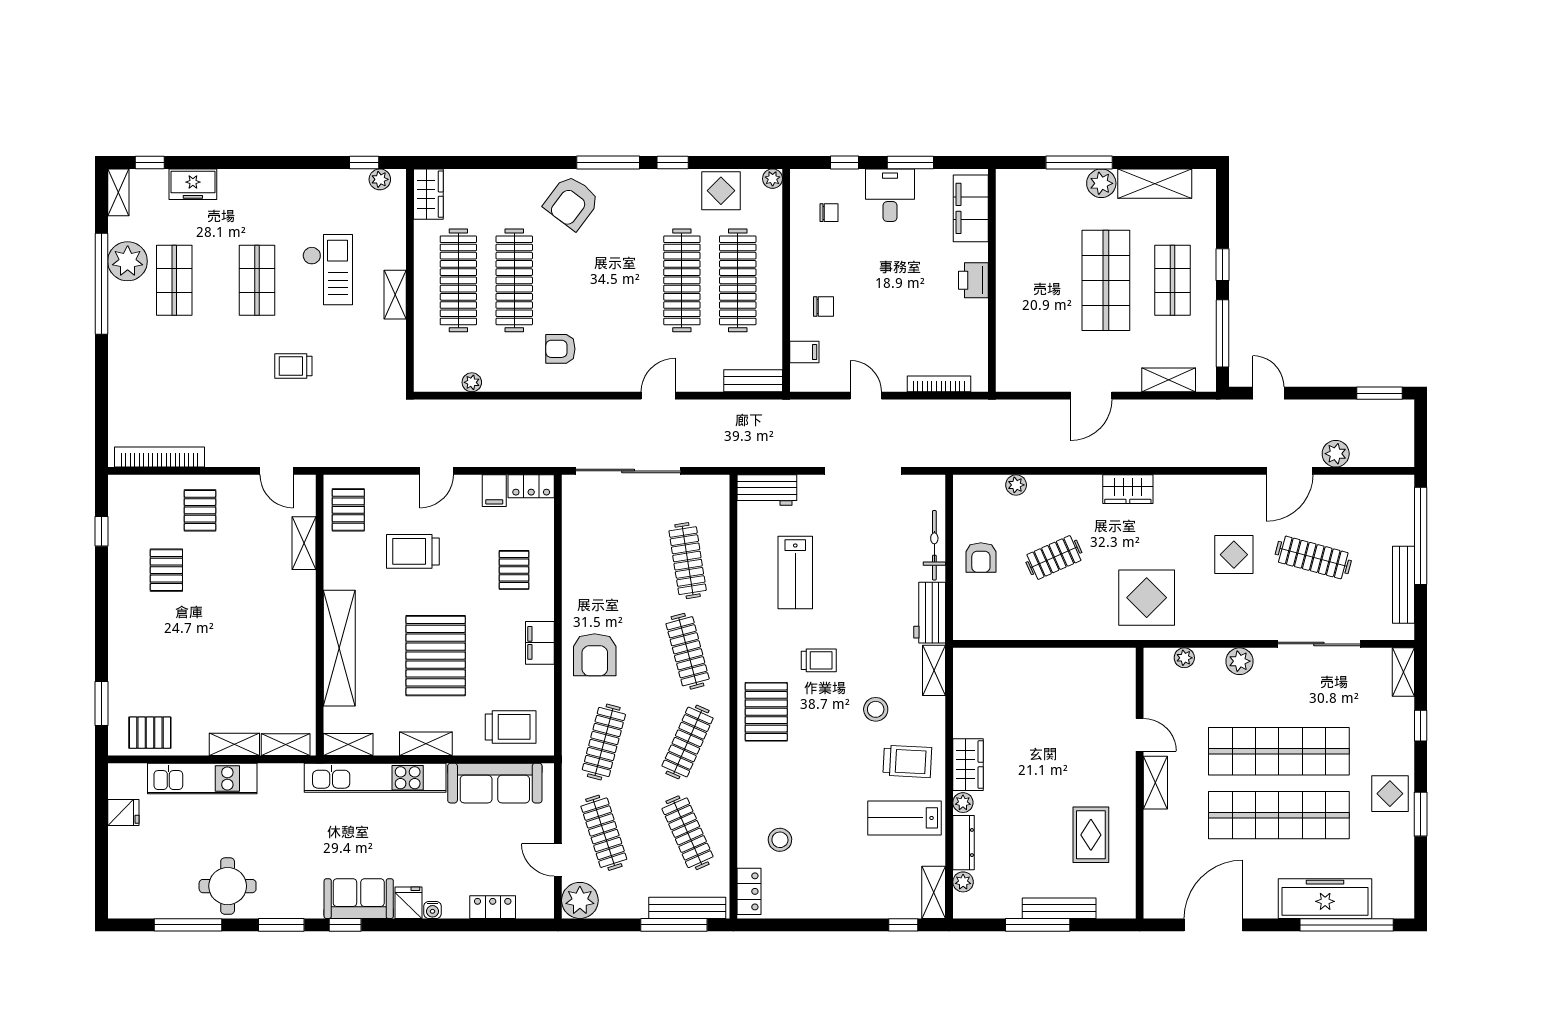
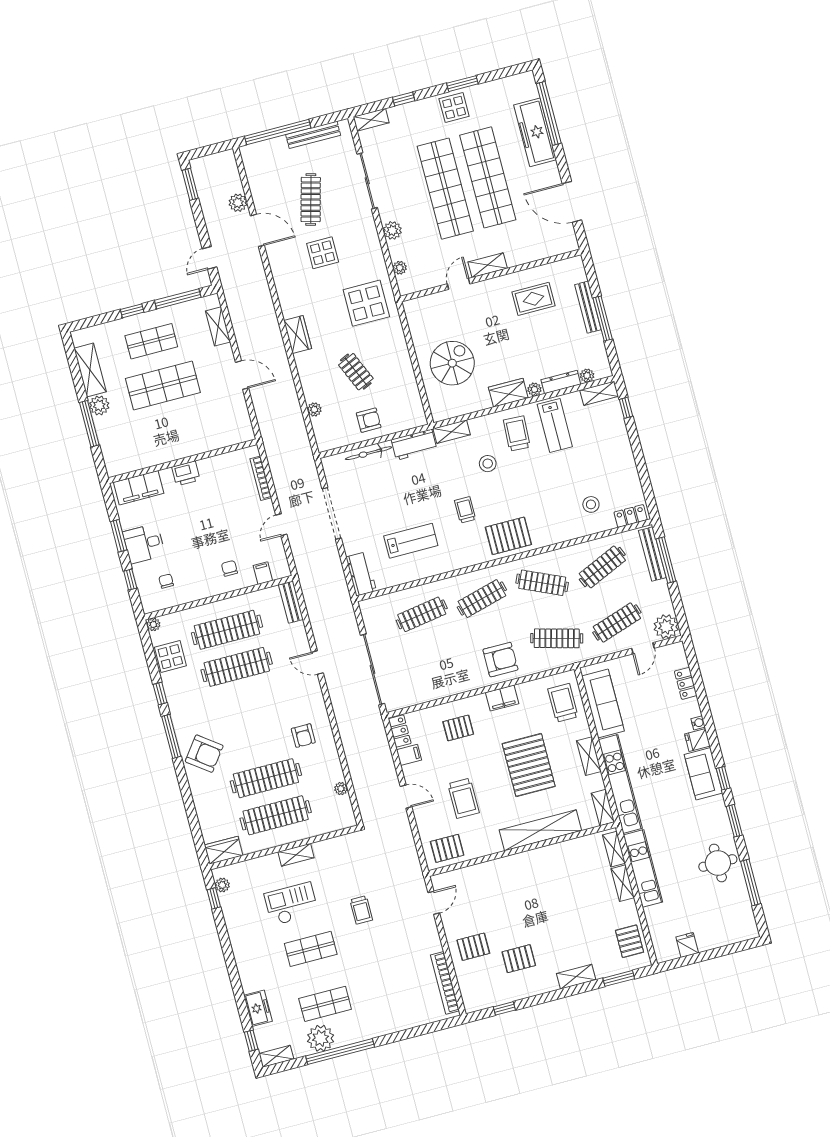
shelving: (304, 543) -> (576, 977), moved
pallet: (436, 656) -> (529, 765), turned 90
spiral stairs: (1030, 697) -> (452, 363), added
kitchen unit: (202, 779) -> (643, 868), moved

